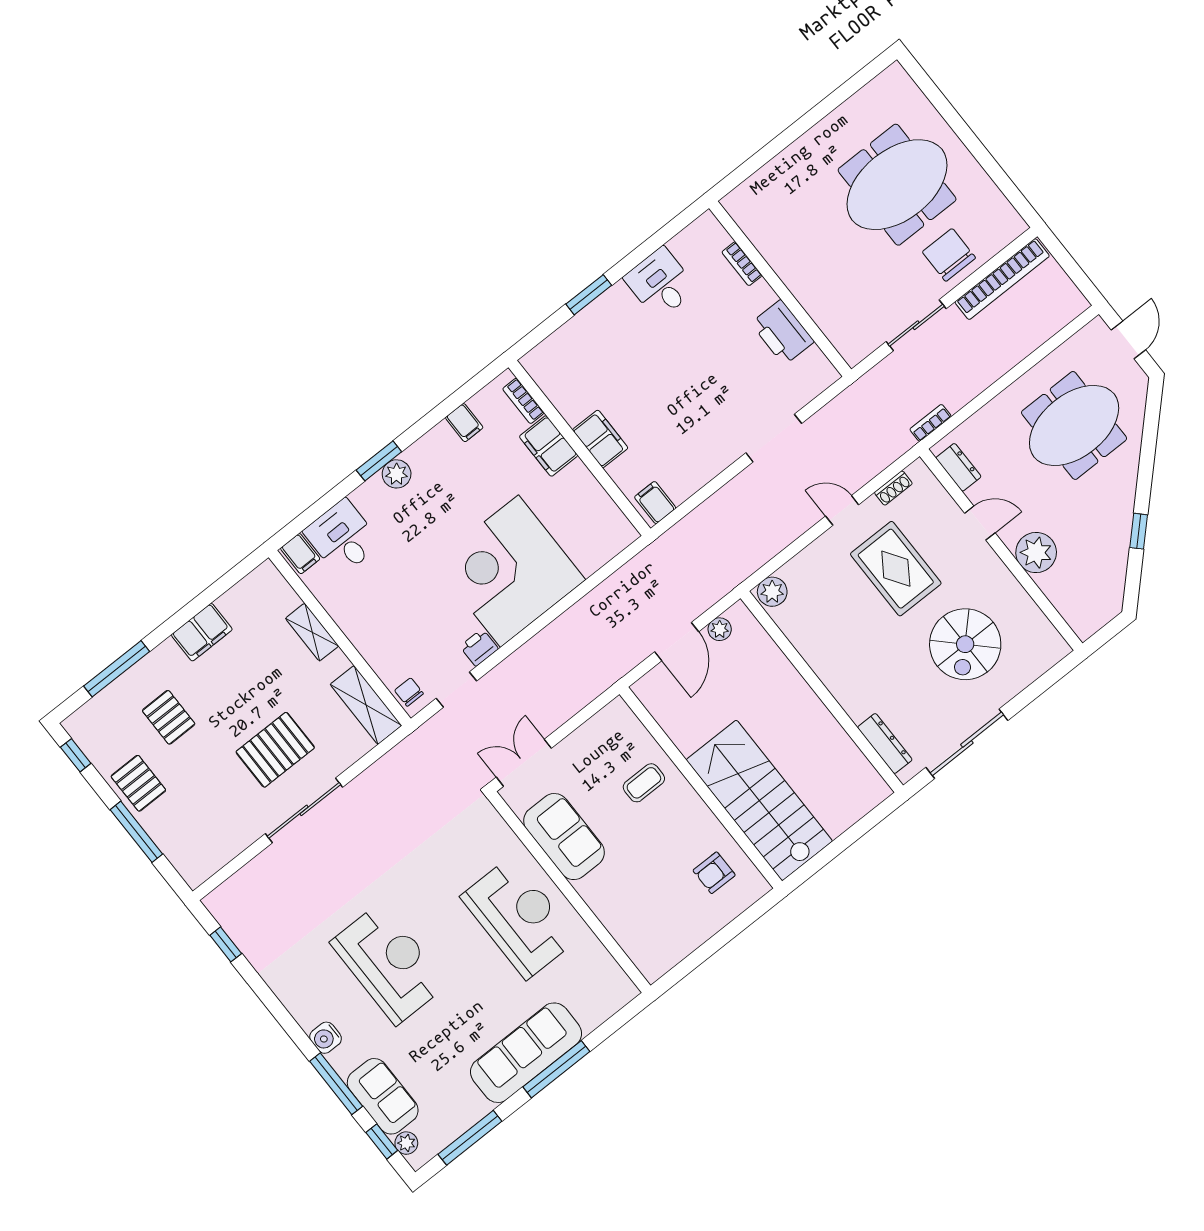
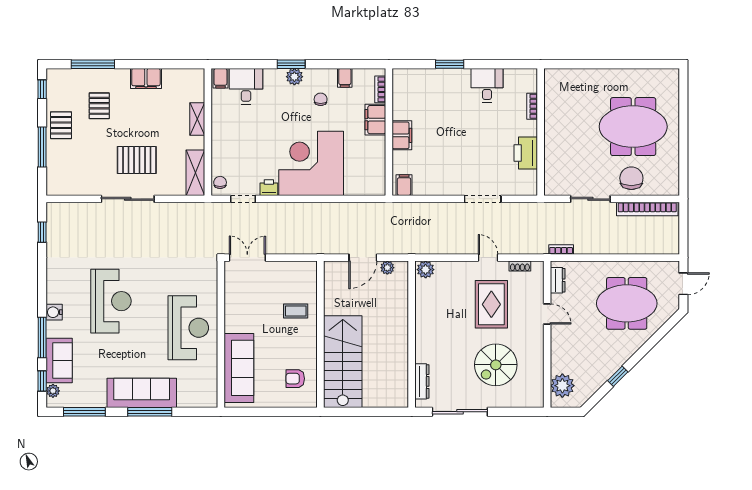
chair: (455, 476) -> (321, 99), added
plant: (1036, 553) -> (562, 386), moved
sofa: (564, 837) -> (239, 368), moved, width x1.36

